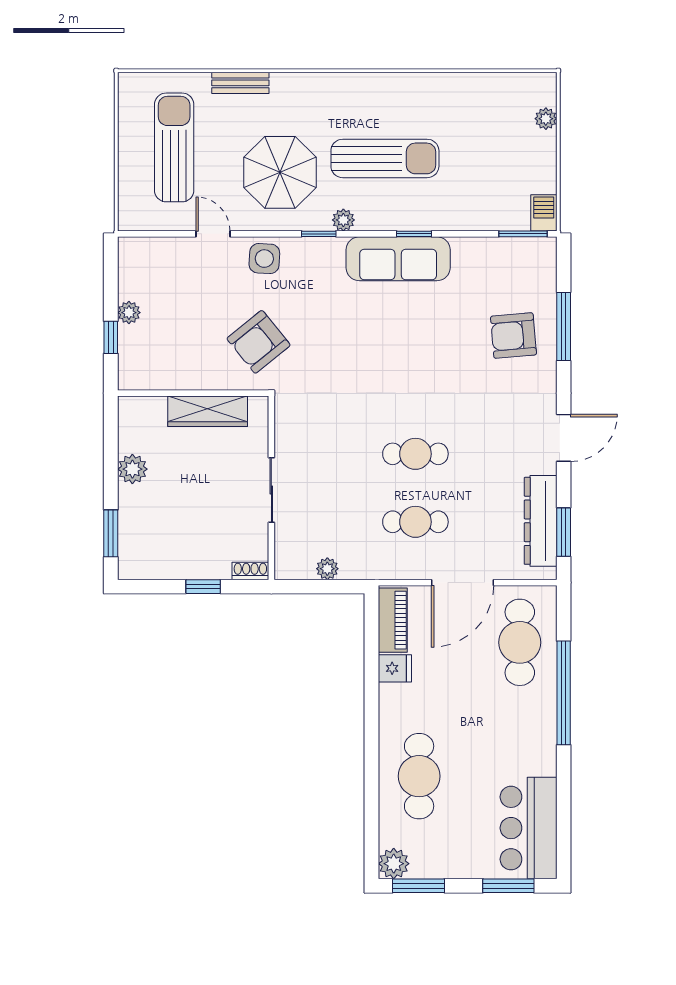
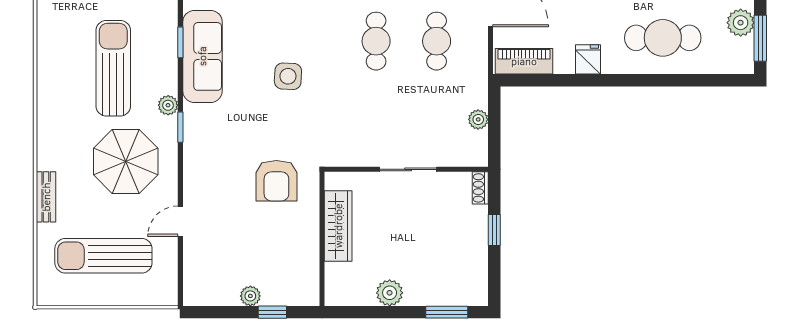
side table: (264, 259) -> (288, 76), moved
armchair: (259, 342) -> (276, 181), turned 39
fridge: (395, 668) -> (588, 59), moved
plant: (394, 864) -> (741, 23), moved

